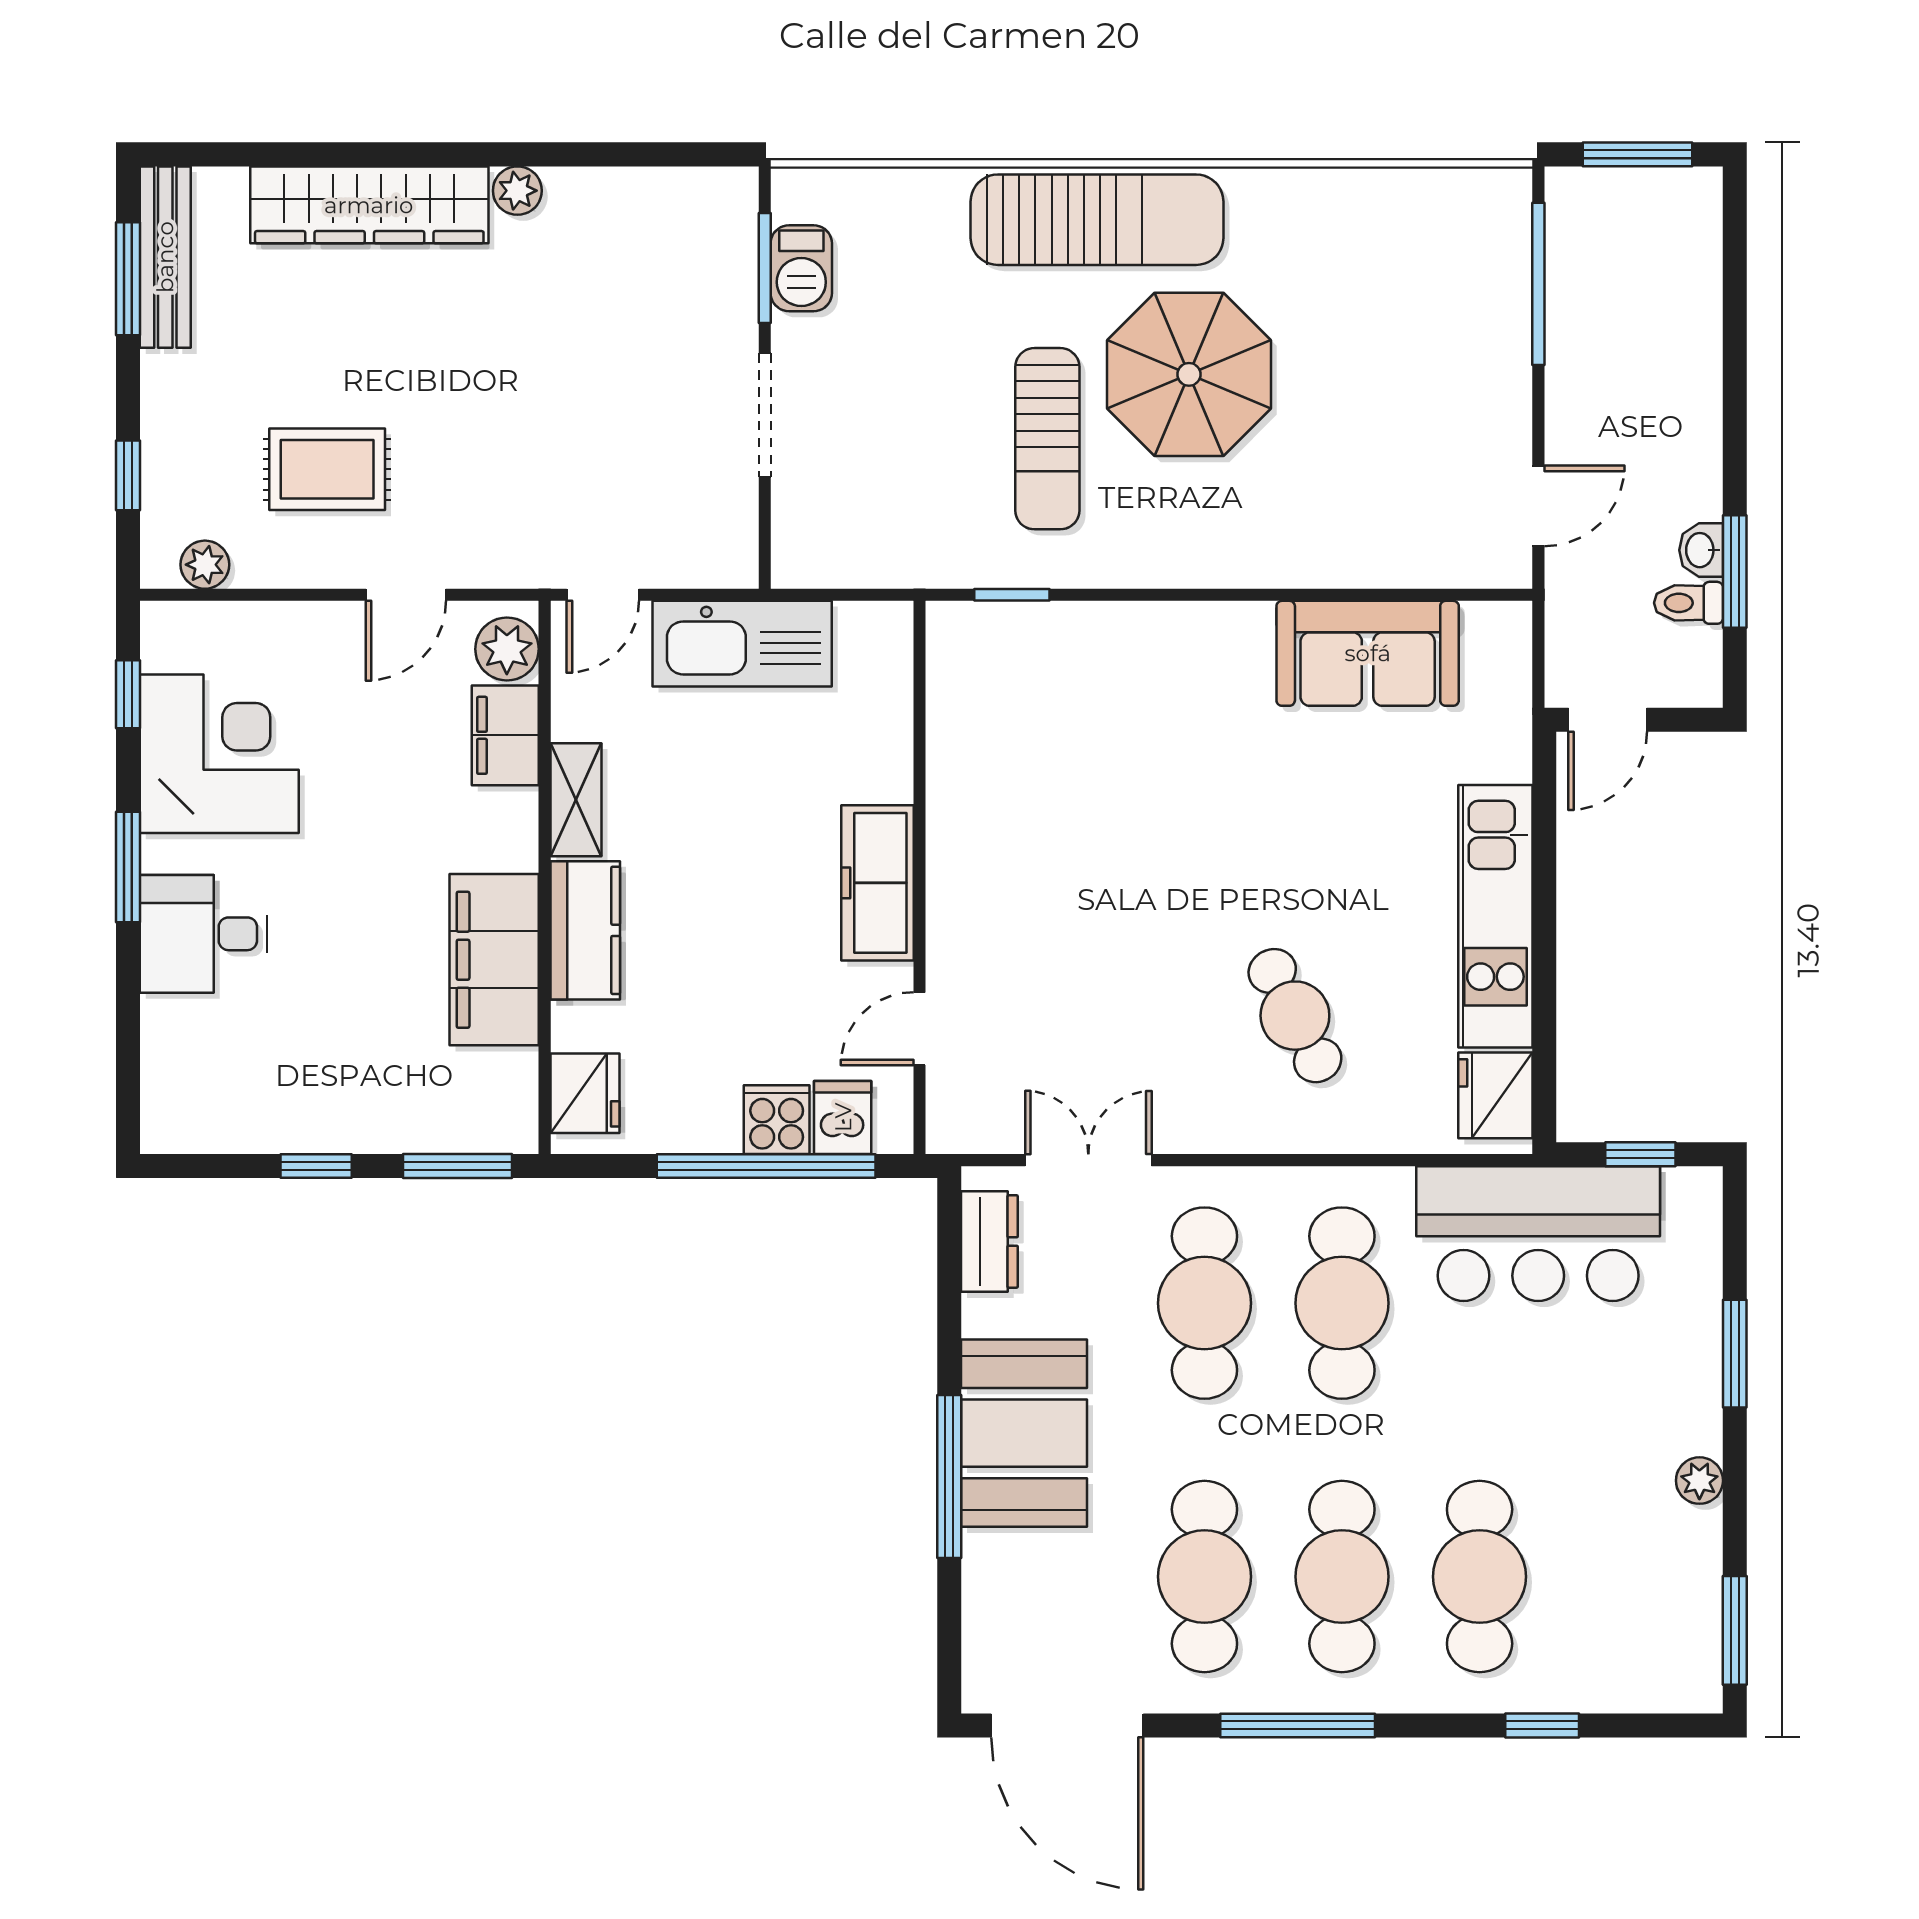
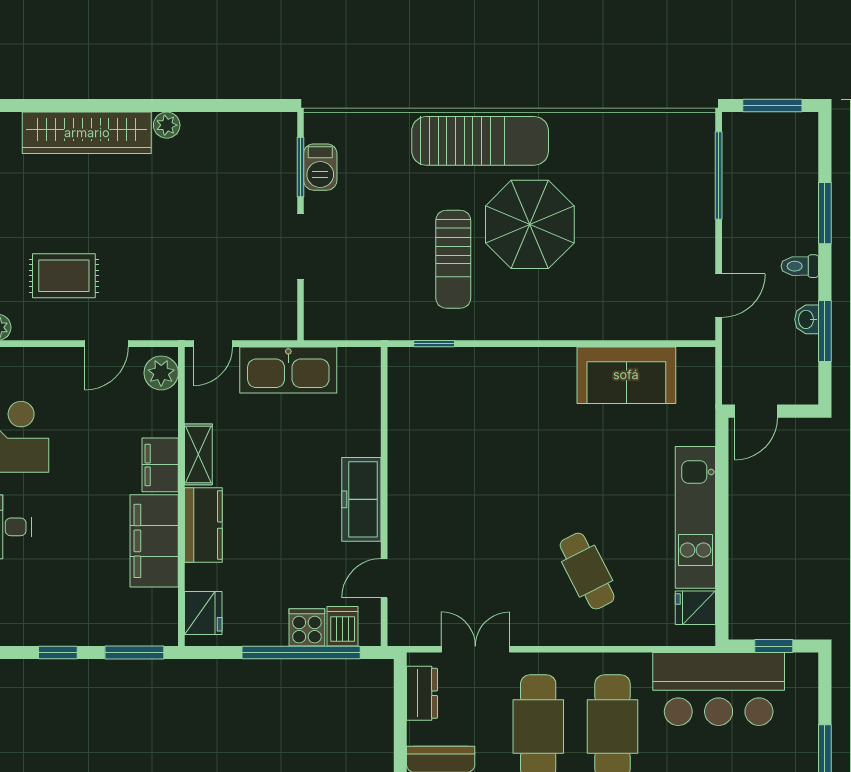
window: (1735, 353) -> (825, 213), added
toilet: (1688, 603) -> (800, 266), moved
filing cabinet: (505, 735) -> (160, 465), moved
fridge: (1495, 1095) -> (695, 608), width x0.72

